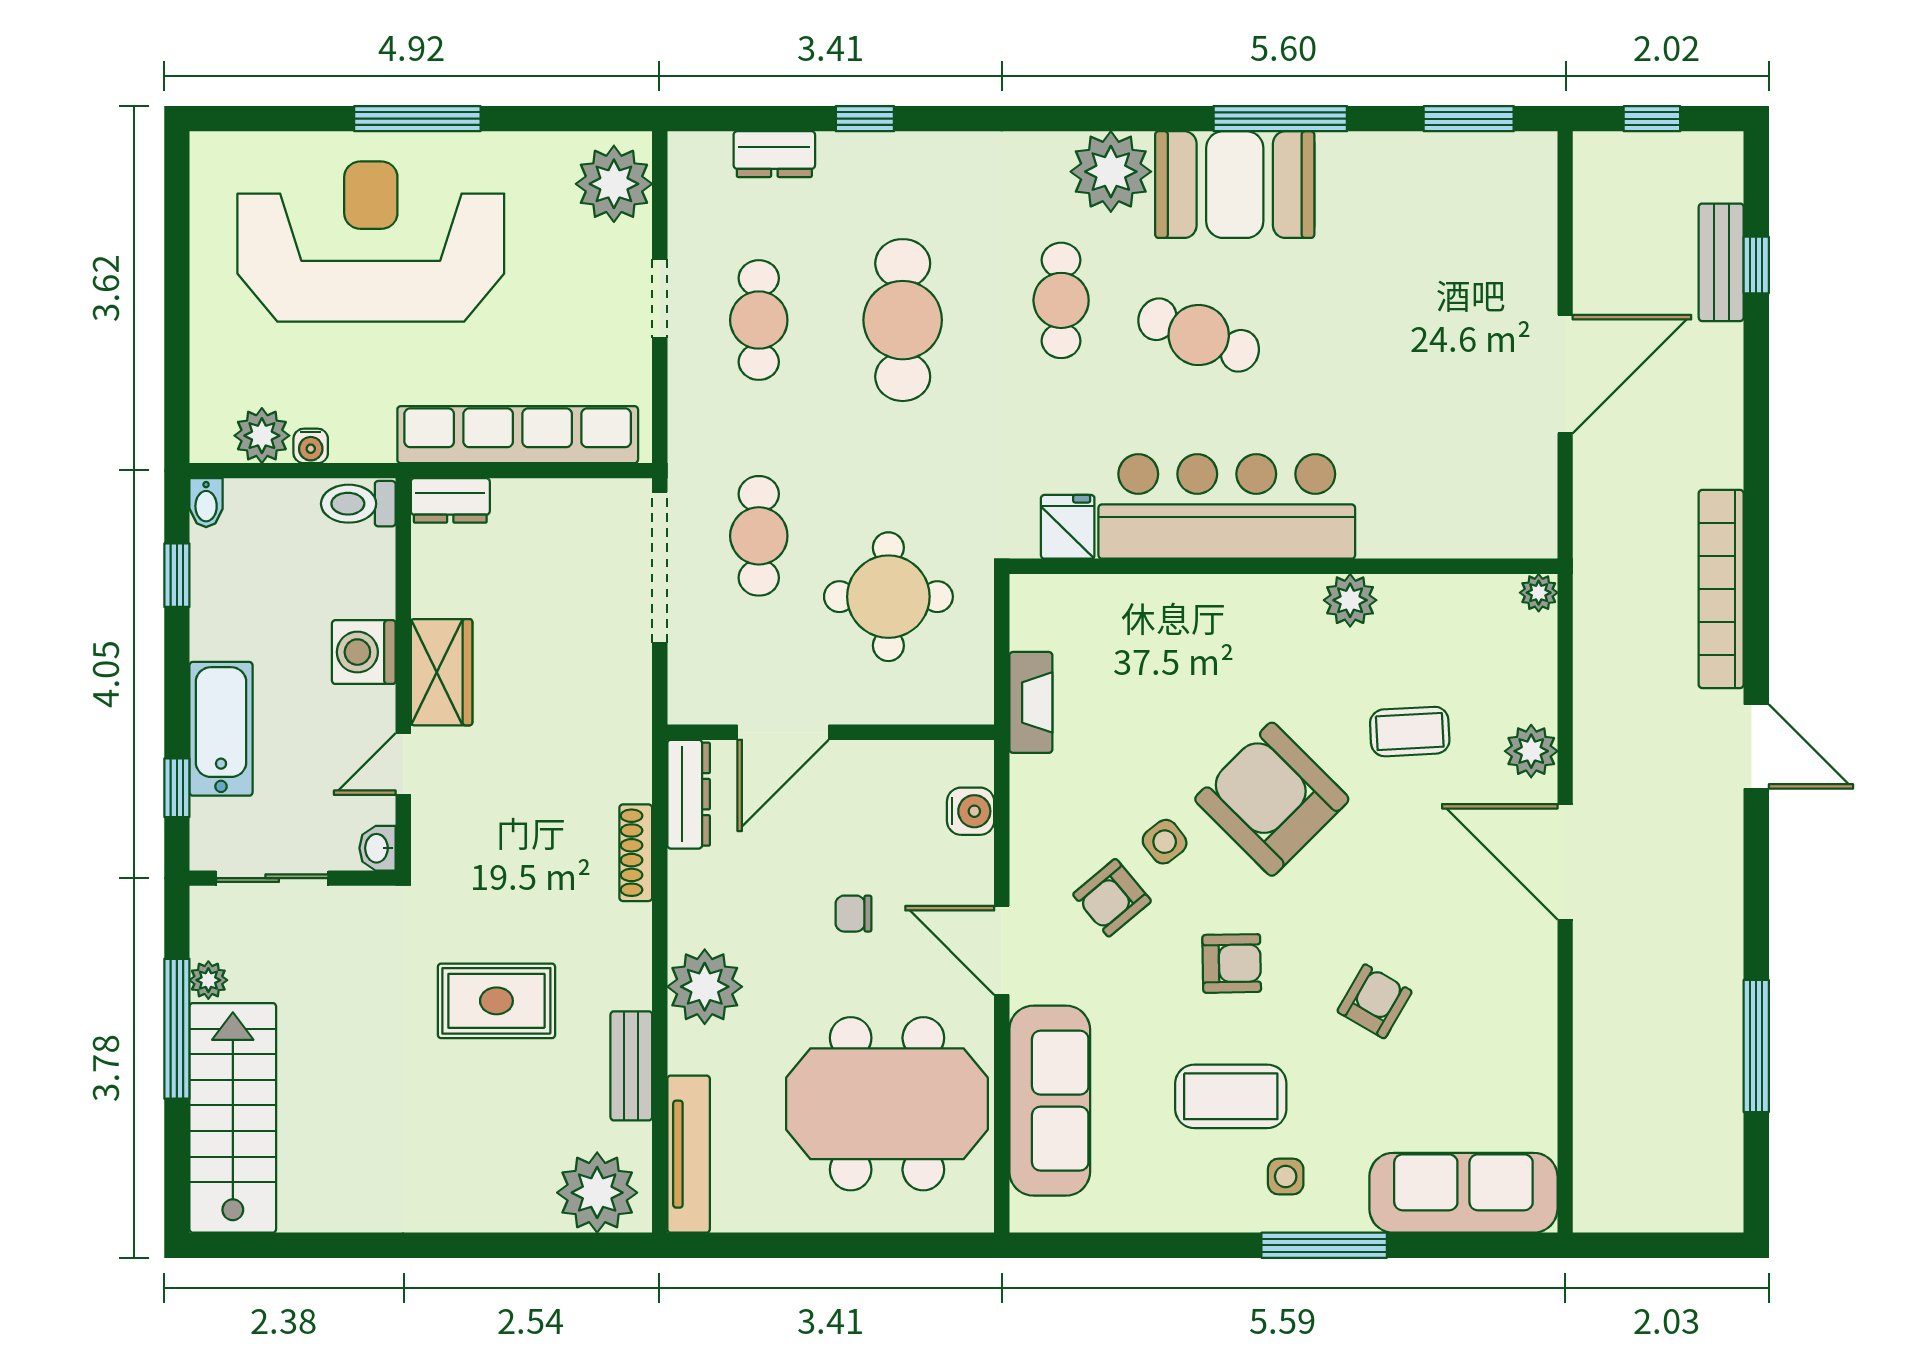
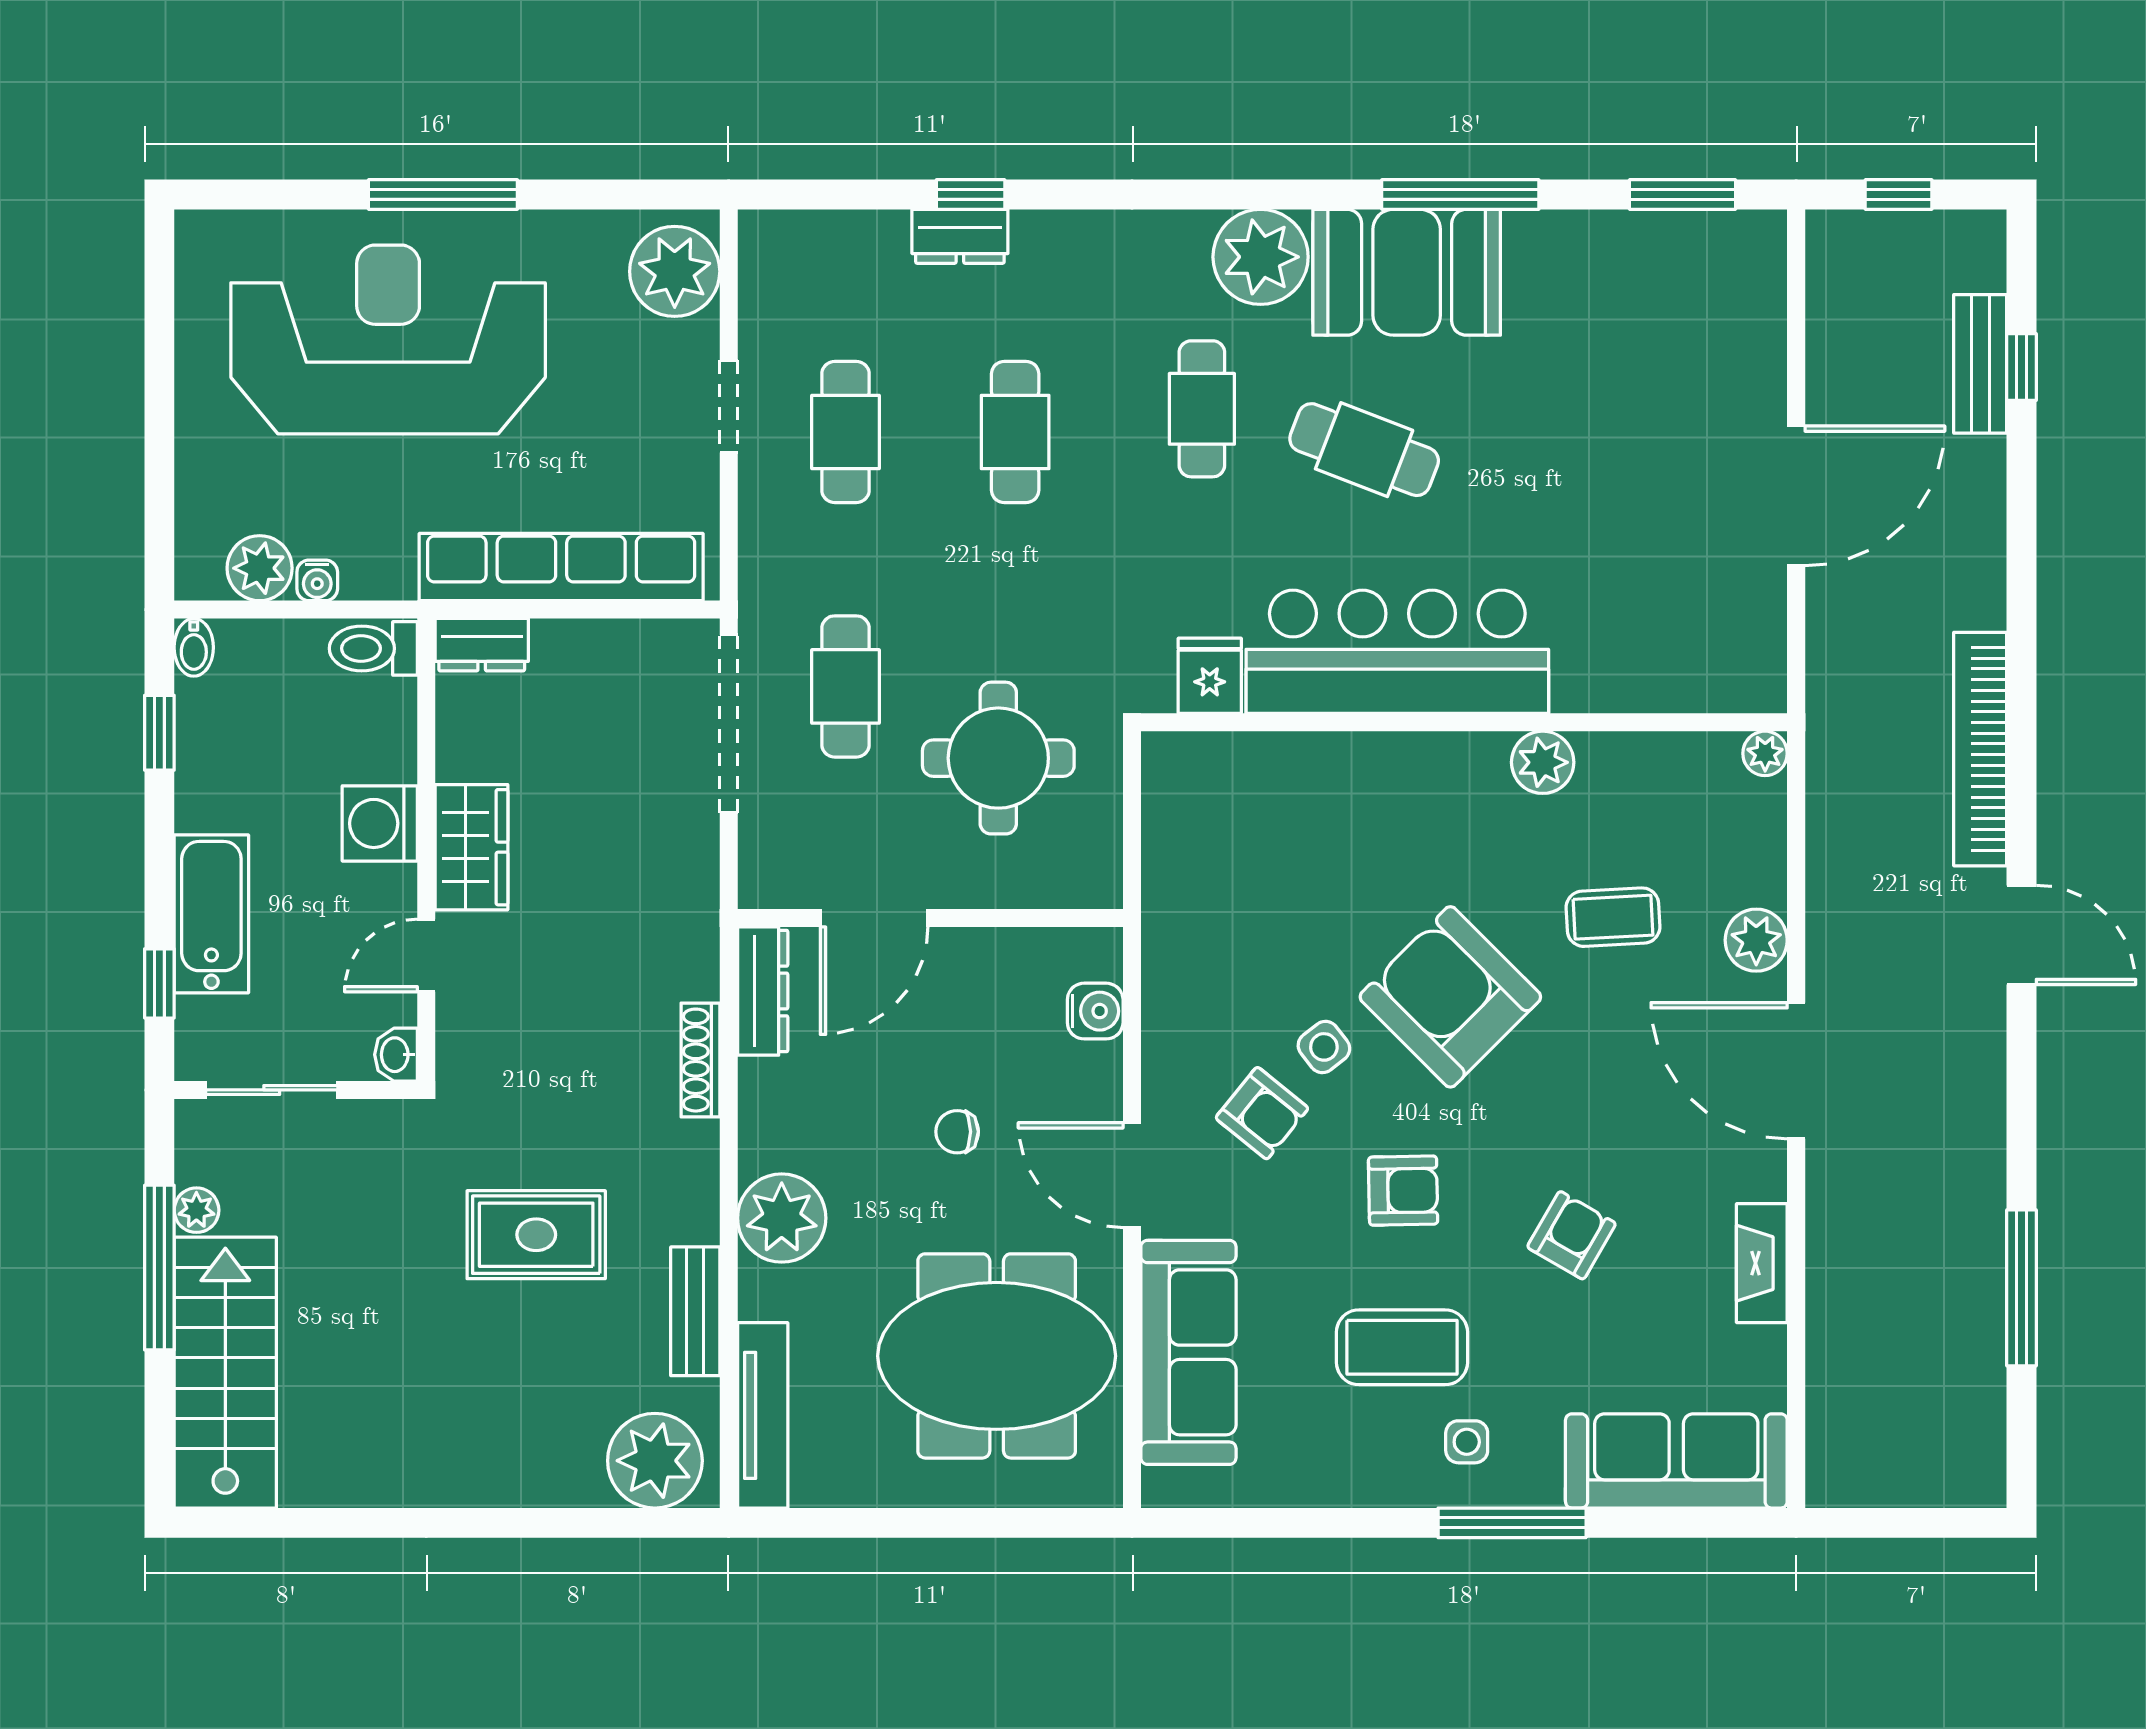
dresser: (774, 154) -> (960, 236), moved
cafe table: (903, 320) -> (1015, 432), width x0.73, depth x0.74
fireplace: (1031, 702) -> (1762, 1263), moved, turned 180
armchair: (1112, 898) -> (1262, 1113), turned -101

